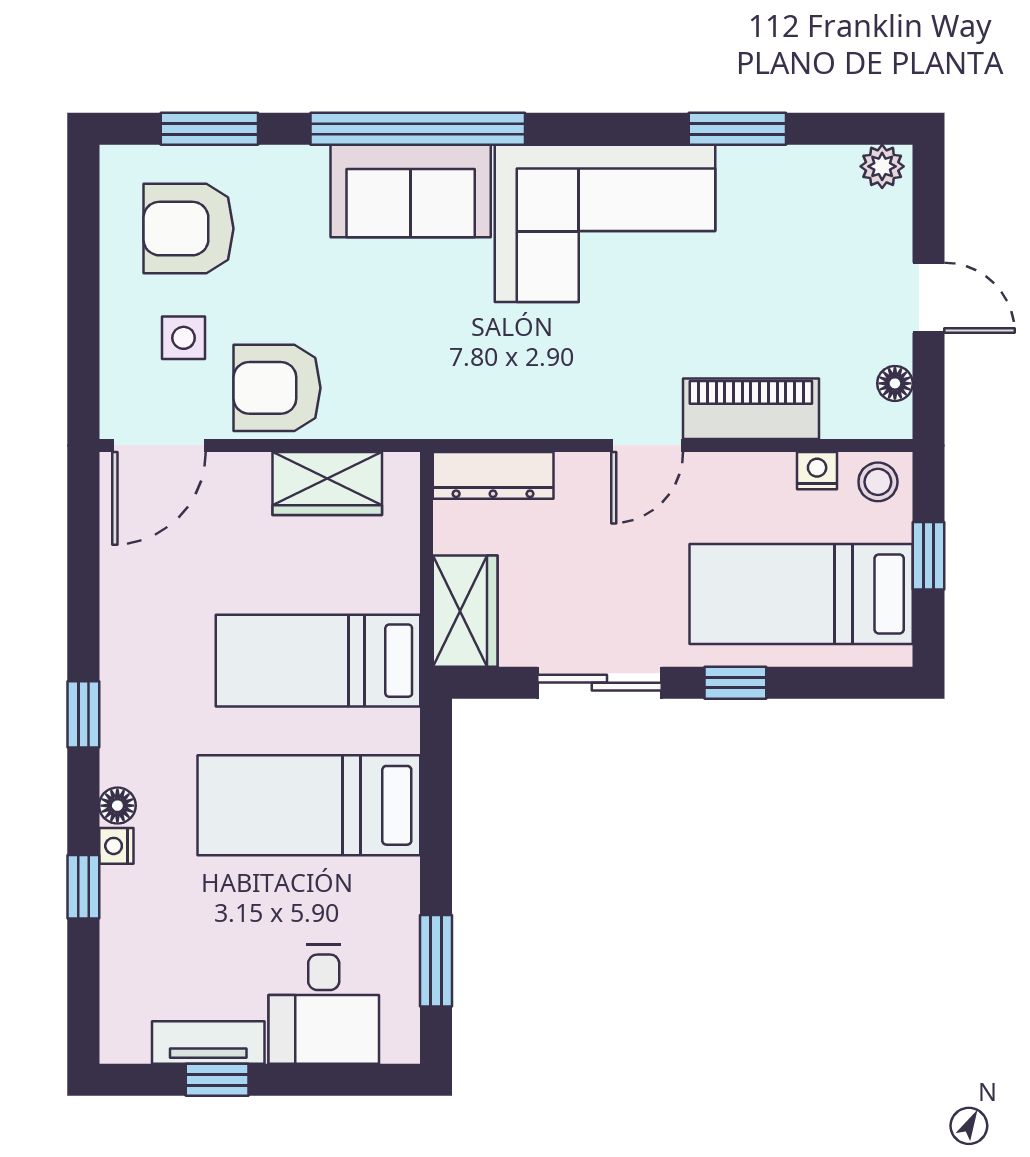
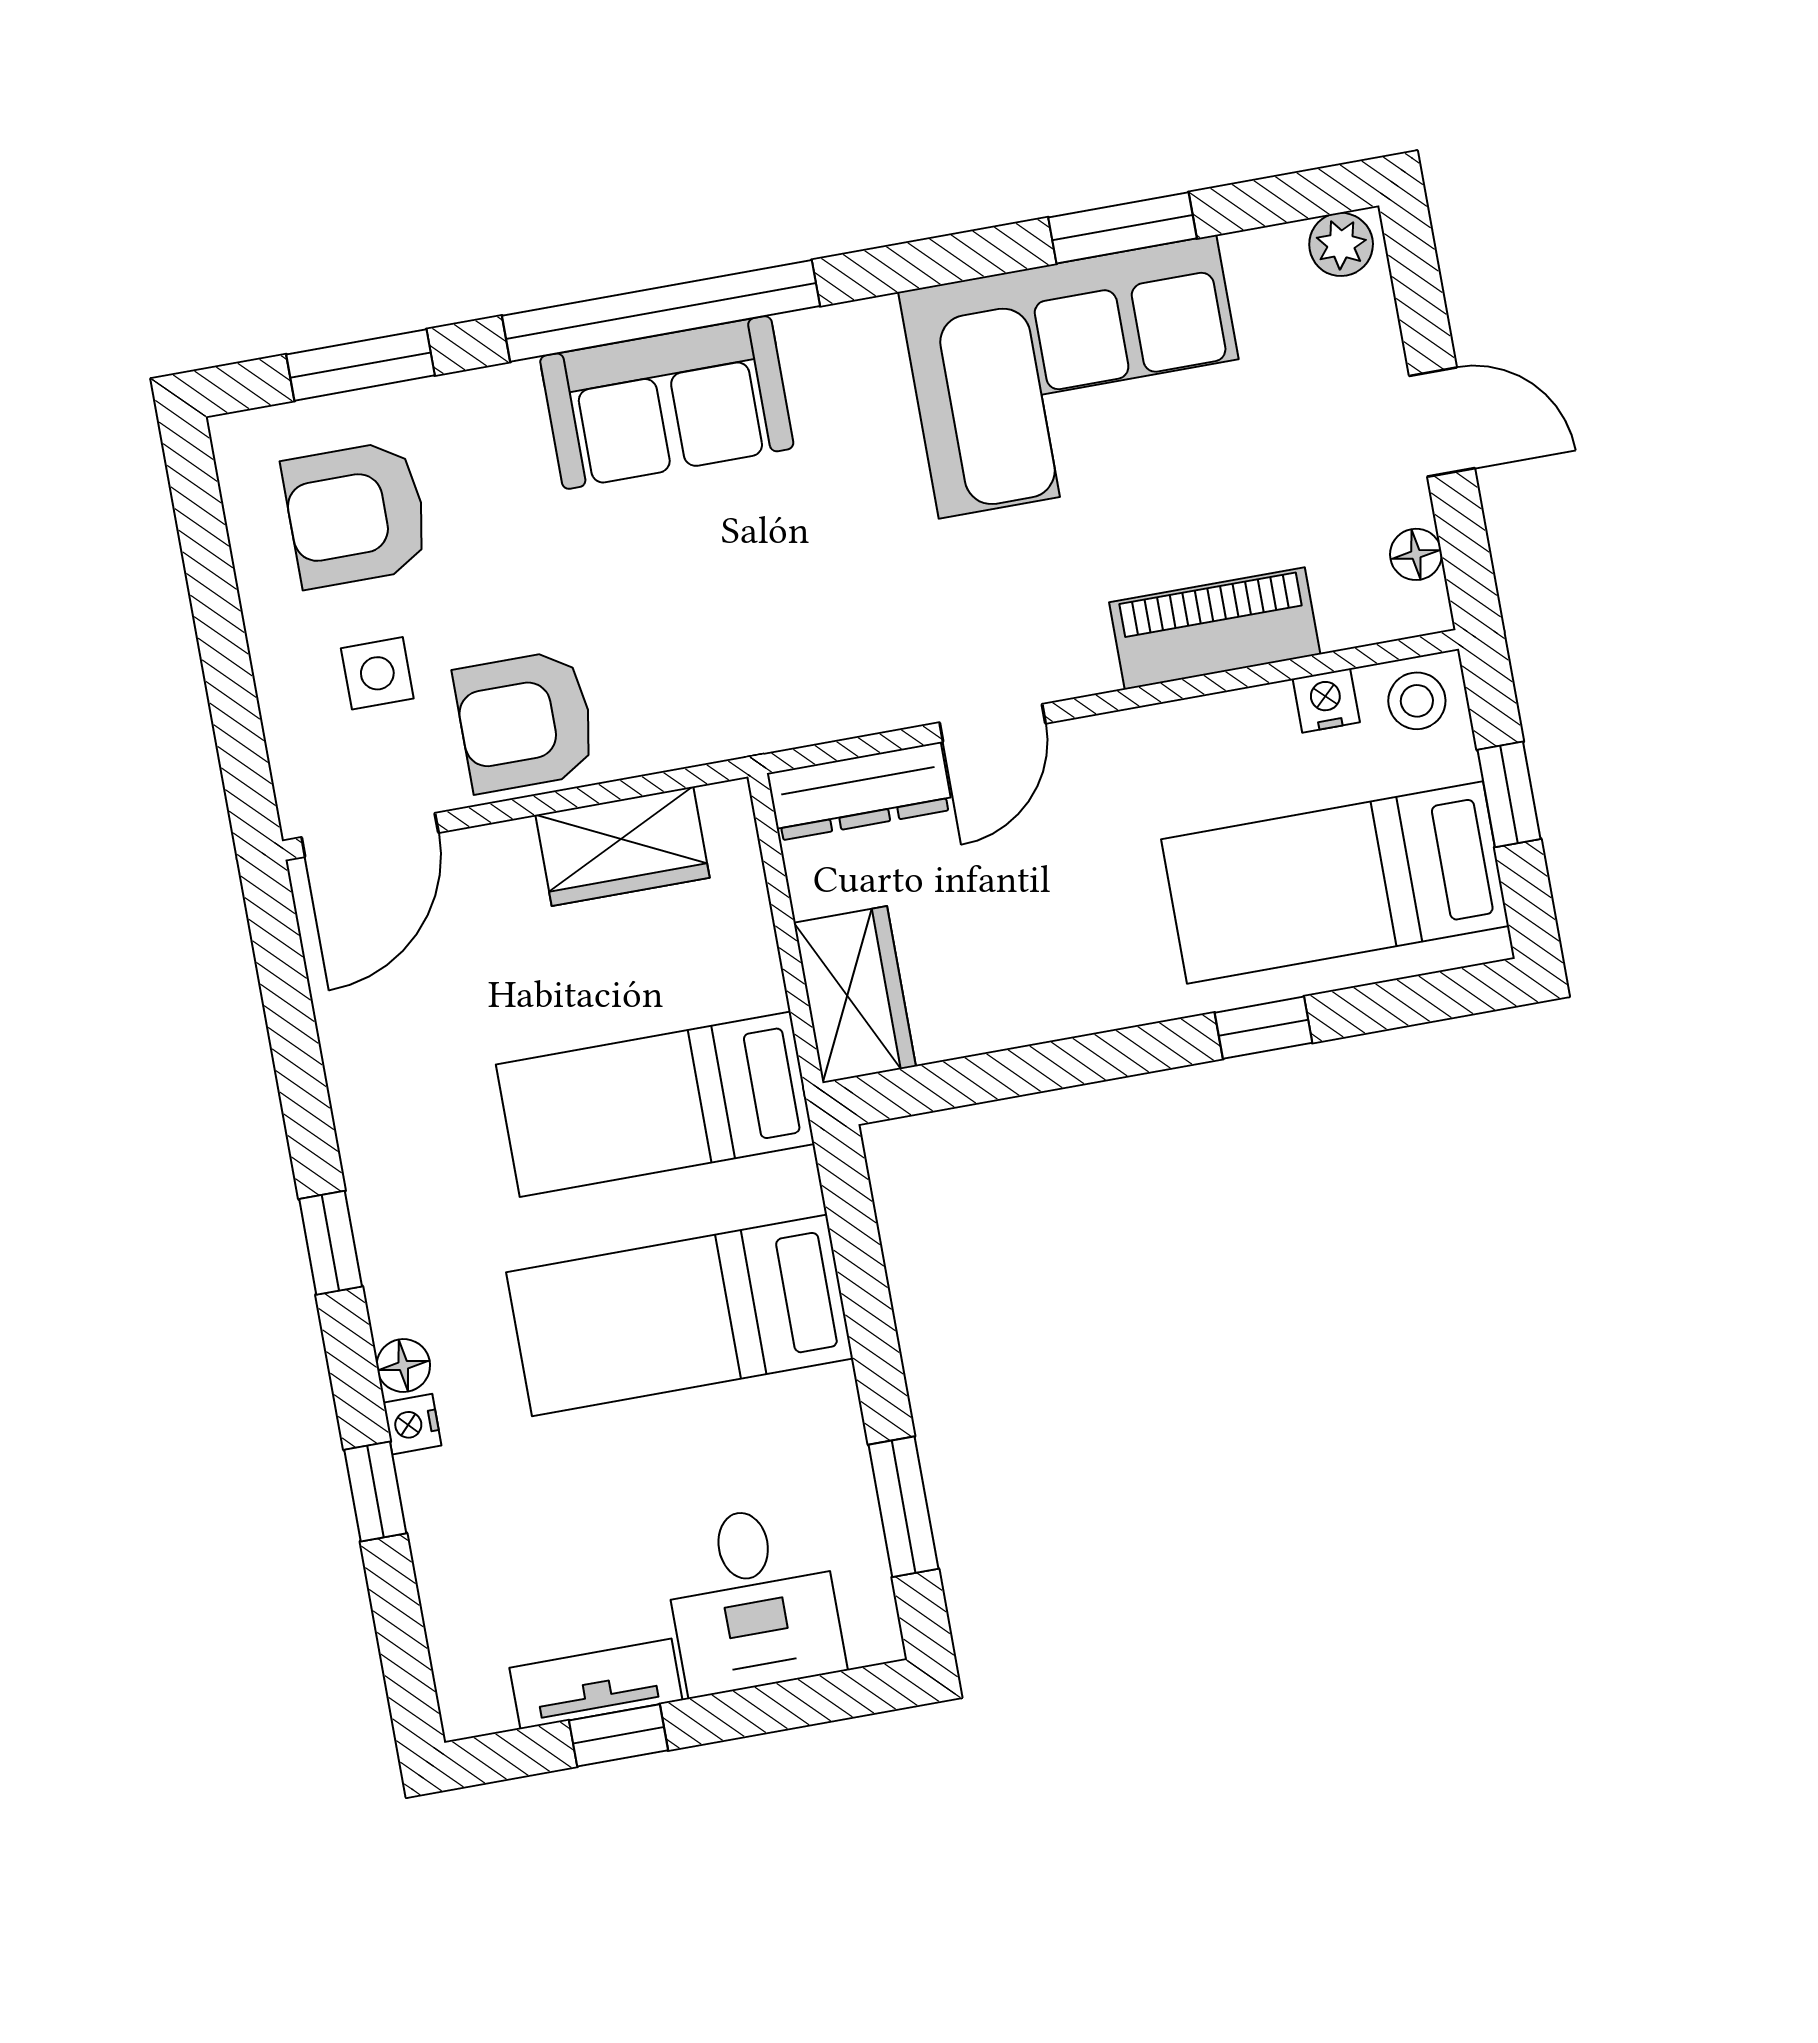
corner sofa: (605, 223) -> (1078, 377), moved
door: (647, 445) -> (992, 723), moved
sliding door: (599, 683) -> (1067, 1063), removed

